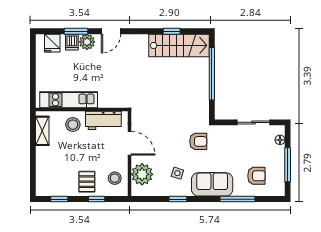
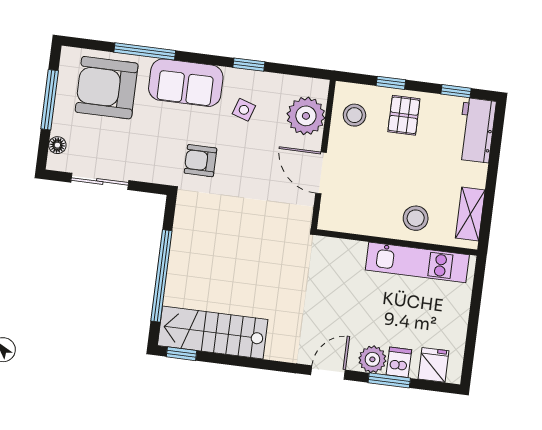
window: (172, 31) -> (181, 354), moved
workbench: (103, 120) -> (476, 130), moved, turned -90
armchair: (256, 176) -> (107, 88), width x1.88, depth x1.88

